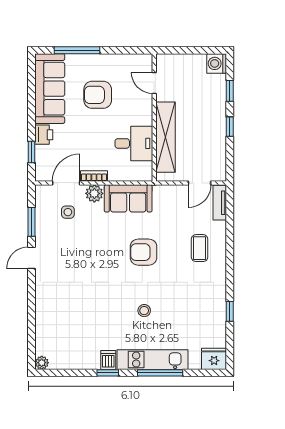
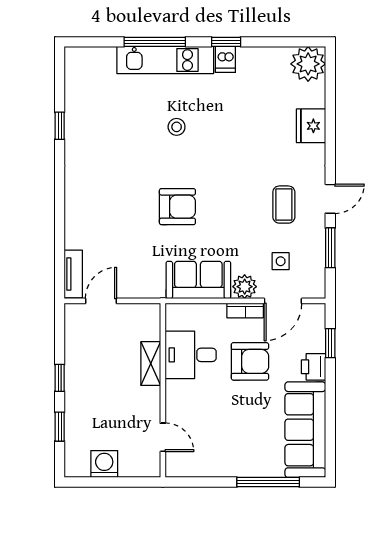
washing machine: (217, 63) -> (104, 464), moved, turned -90
armchair: (98, 95) -> (250, 361), moved
shelving: (166, 137) -> (151, 364), width x0.45, depth x0.75
coffee table: (200, 248) -> (284, 205), moved
fridge: (214, 359) -> (311, 126), moved, turned 90
plant: (42, 363) -> (308, 64), width x1.88, depth x1.88

